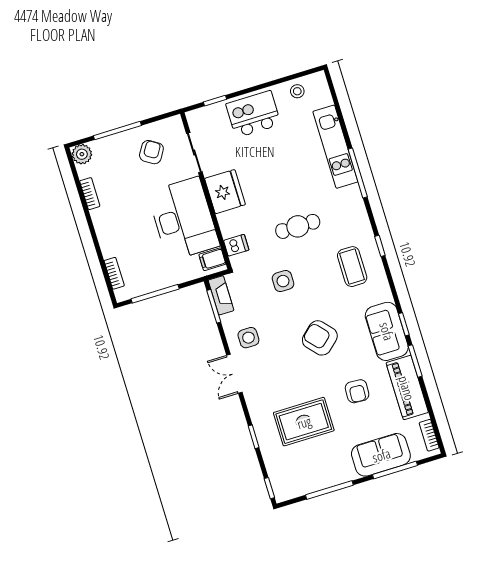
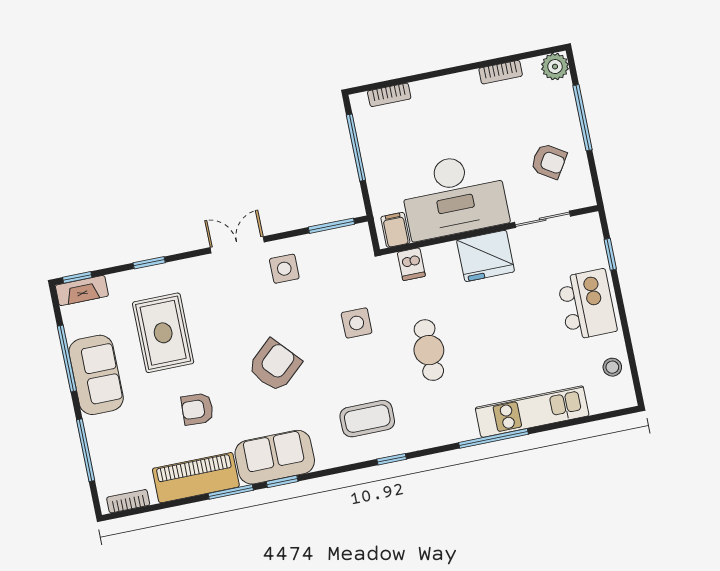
fireplace: (221, 295) -> (82, 291), moved
sofa: (381, 455) -> (96, 375), moved

